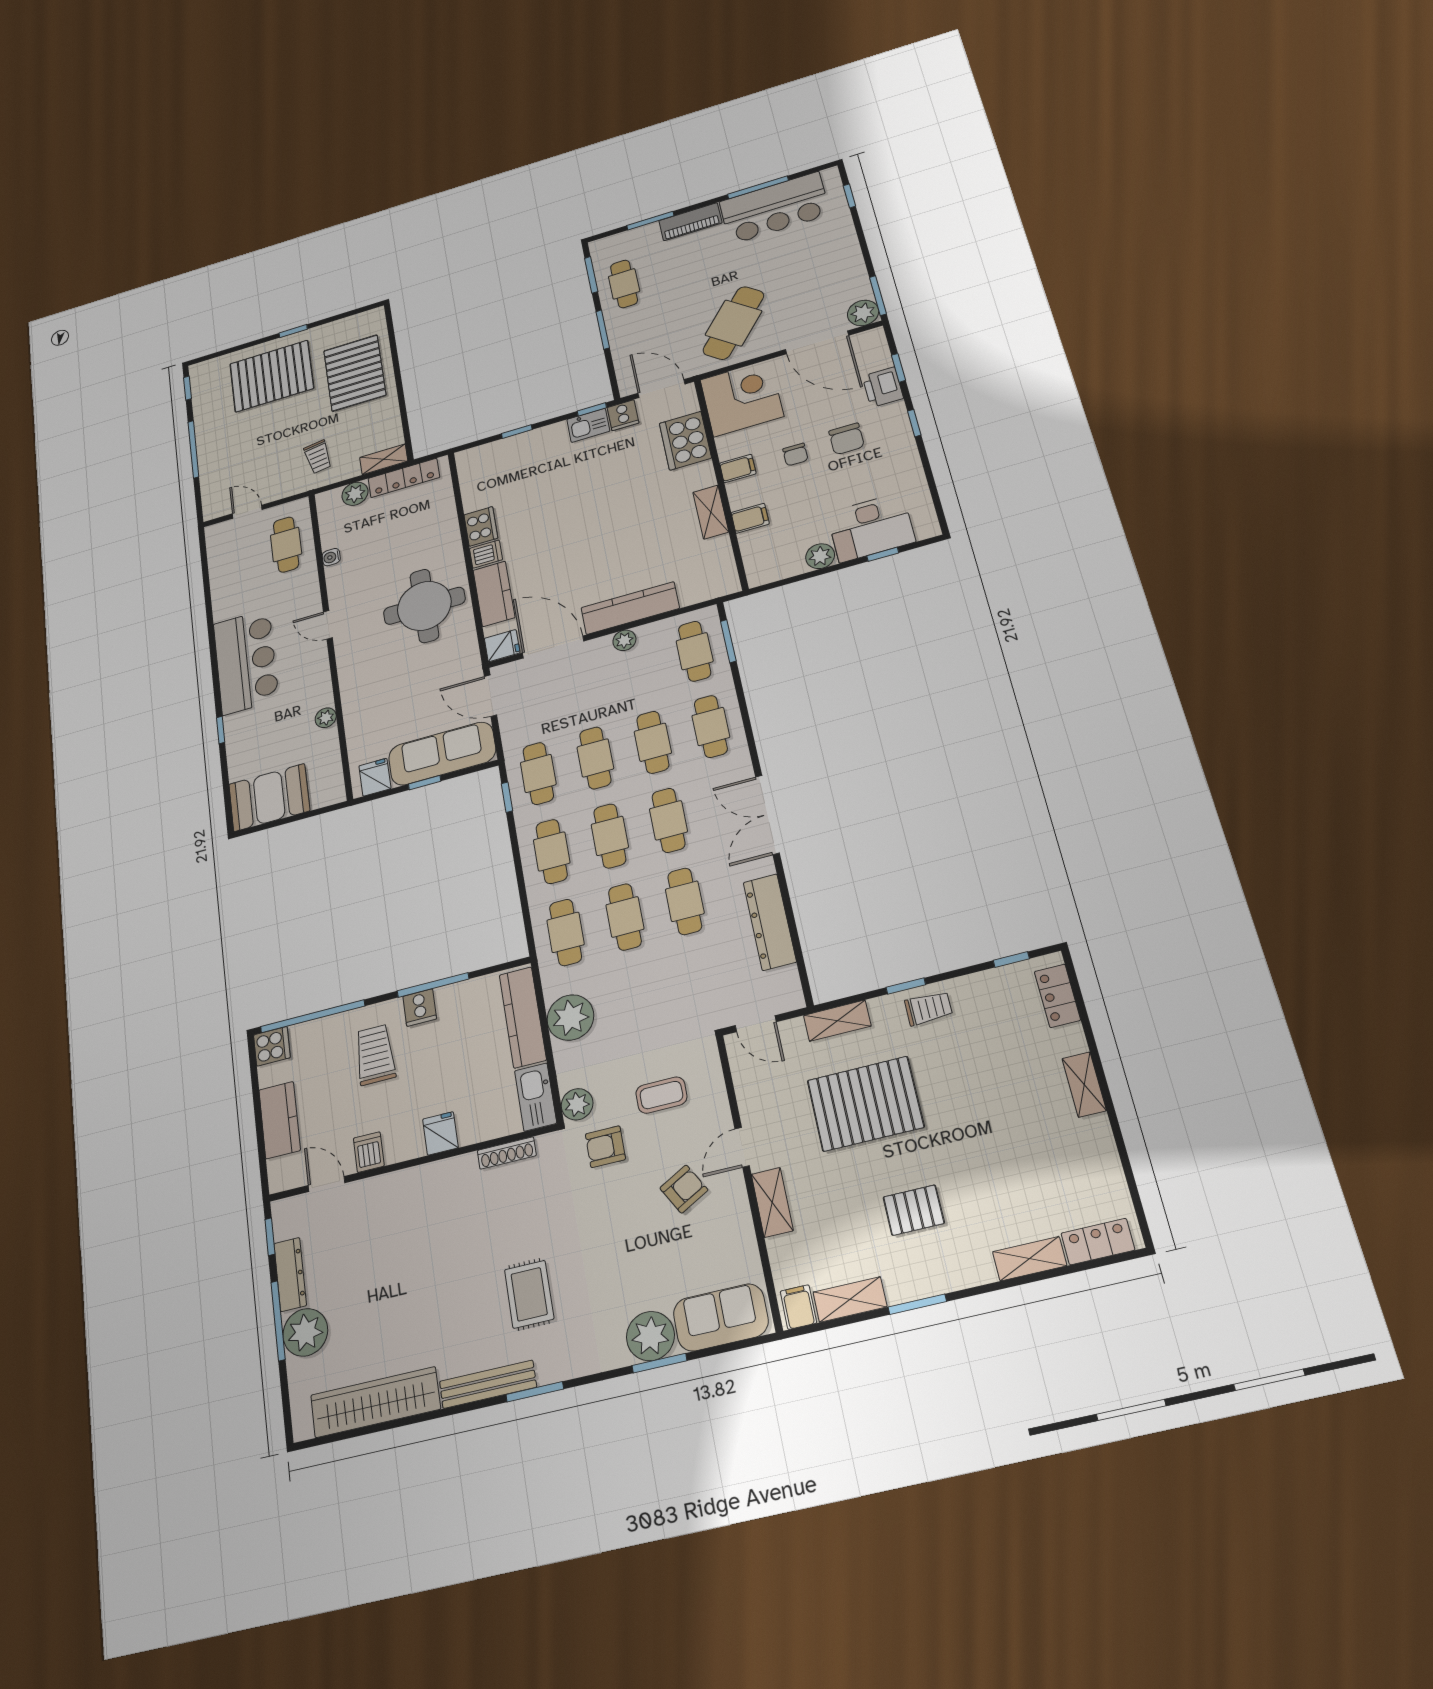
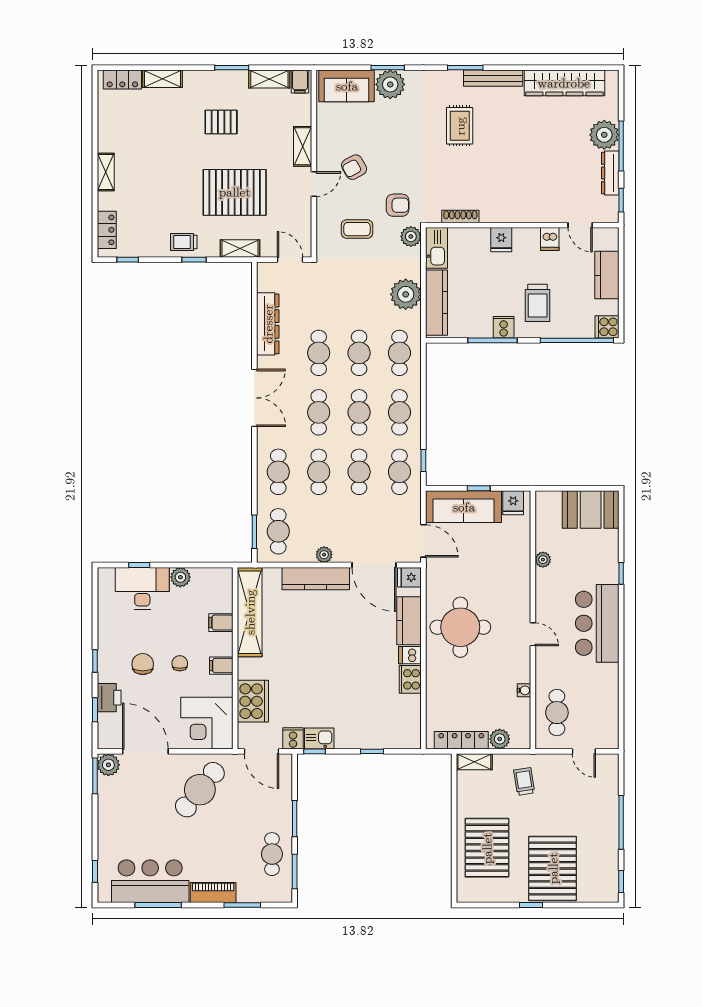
pallet: (272, 376) -> (553, 868), turned 90
shelving: (711, 512) -> (250, 612), width x2.20, depth x1.33

